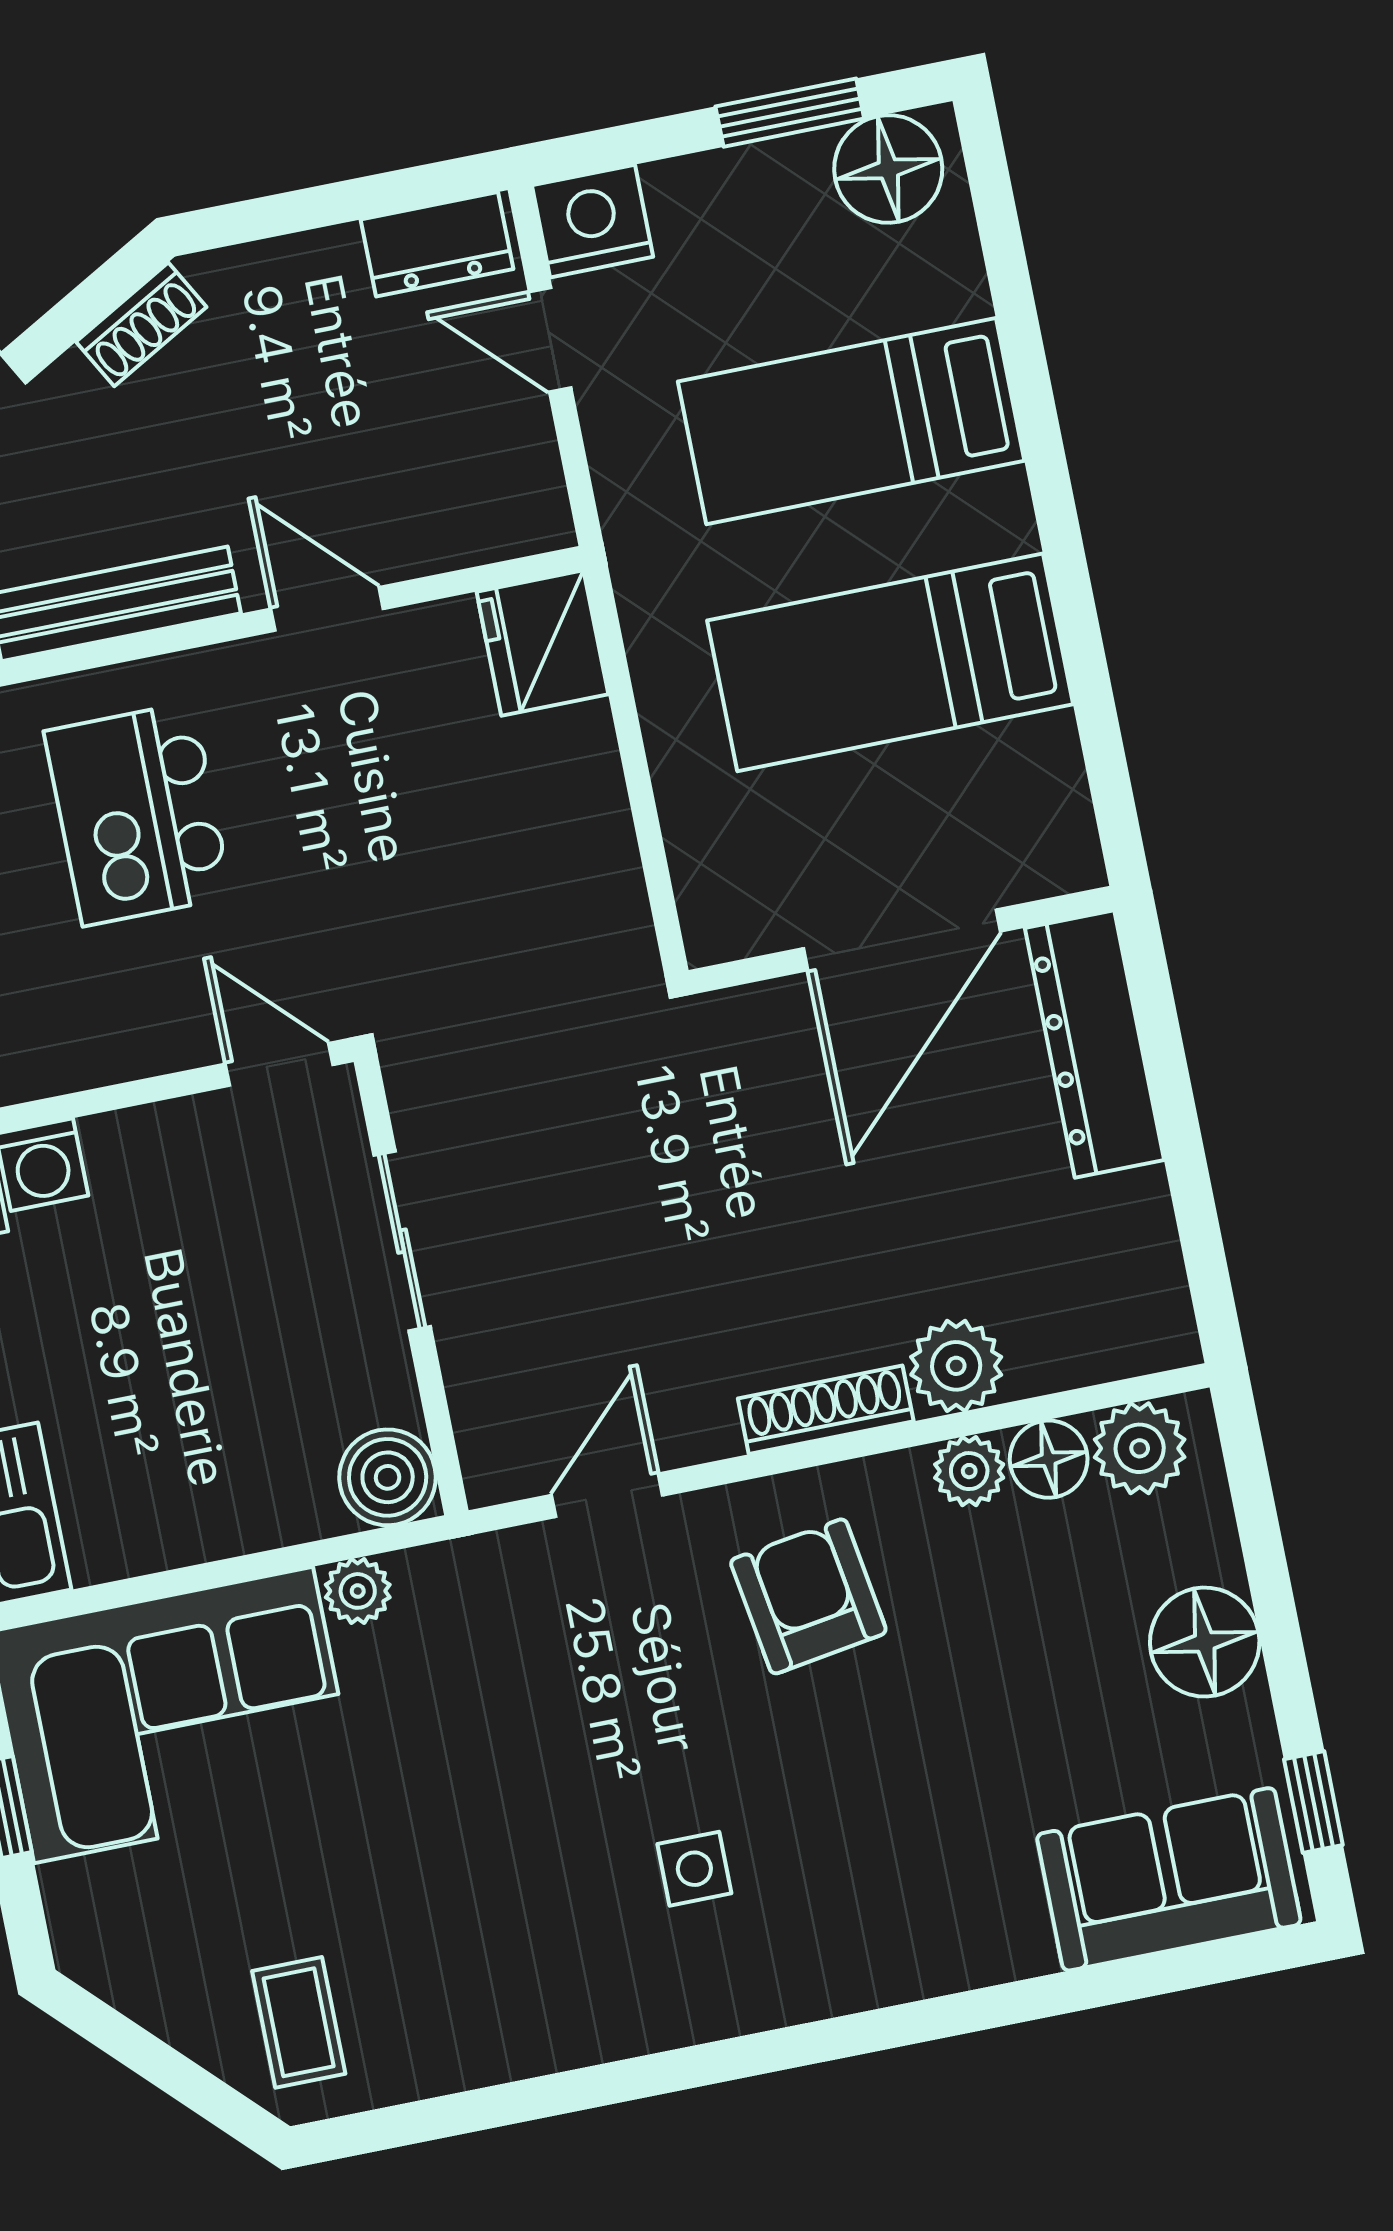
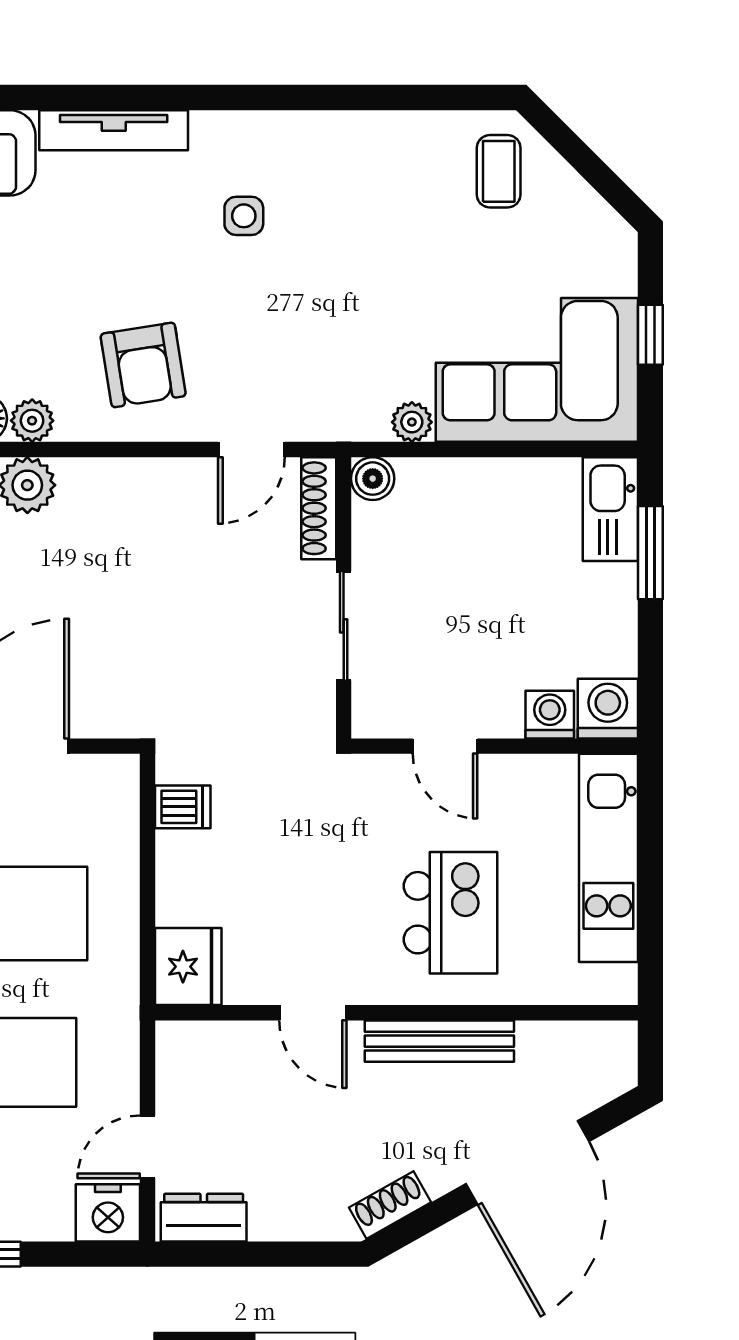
door: (550, 340) -> (147, 1147), swing flipped
dishwasher: (603, 898) -> (183, 807), added
door: (279, 1064) -> (445, 746), moved
shoe rack: (826, 1410) -> (319, 508), moved, turned 90
boiler: (388, 1477) -> (373, 479), width x0.73, depth x0.73
tv unit: (931, 1965) -> (114, 130), added

